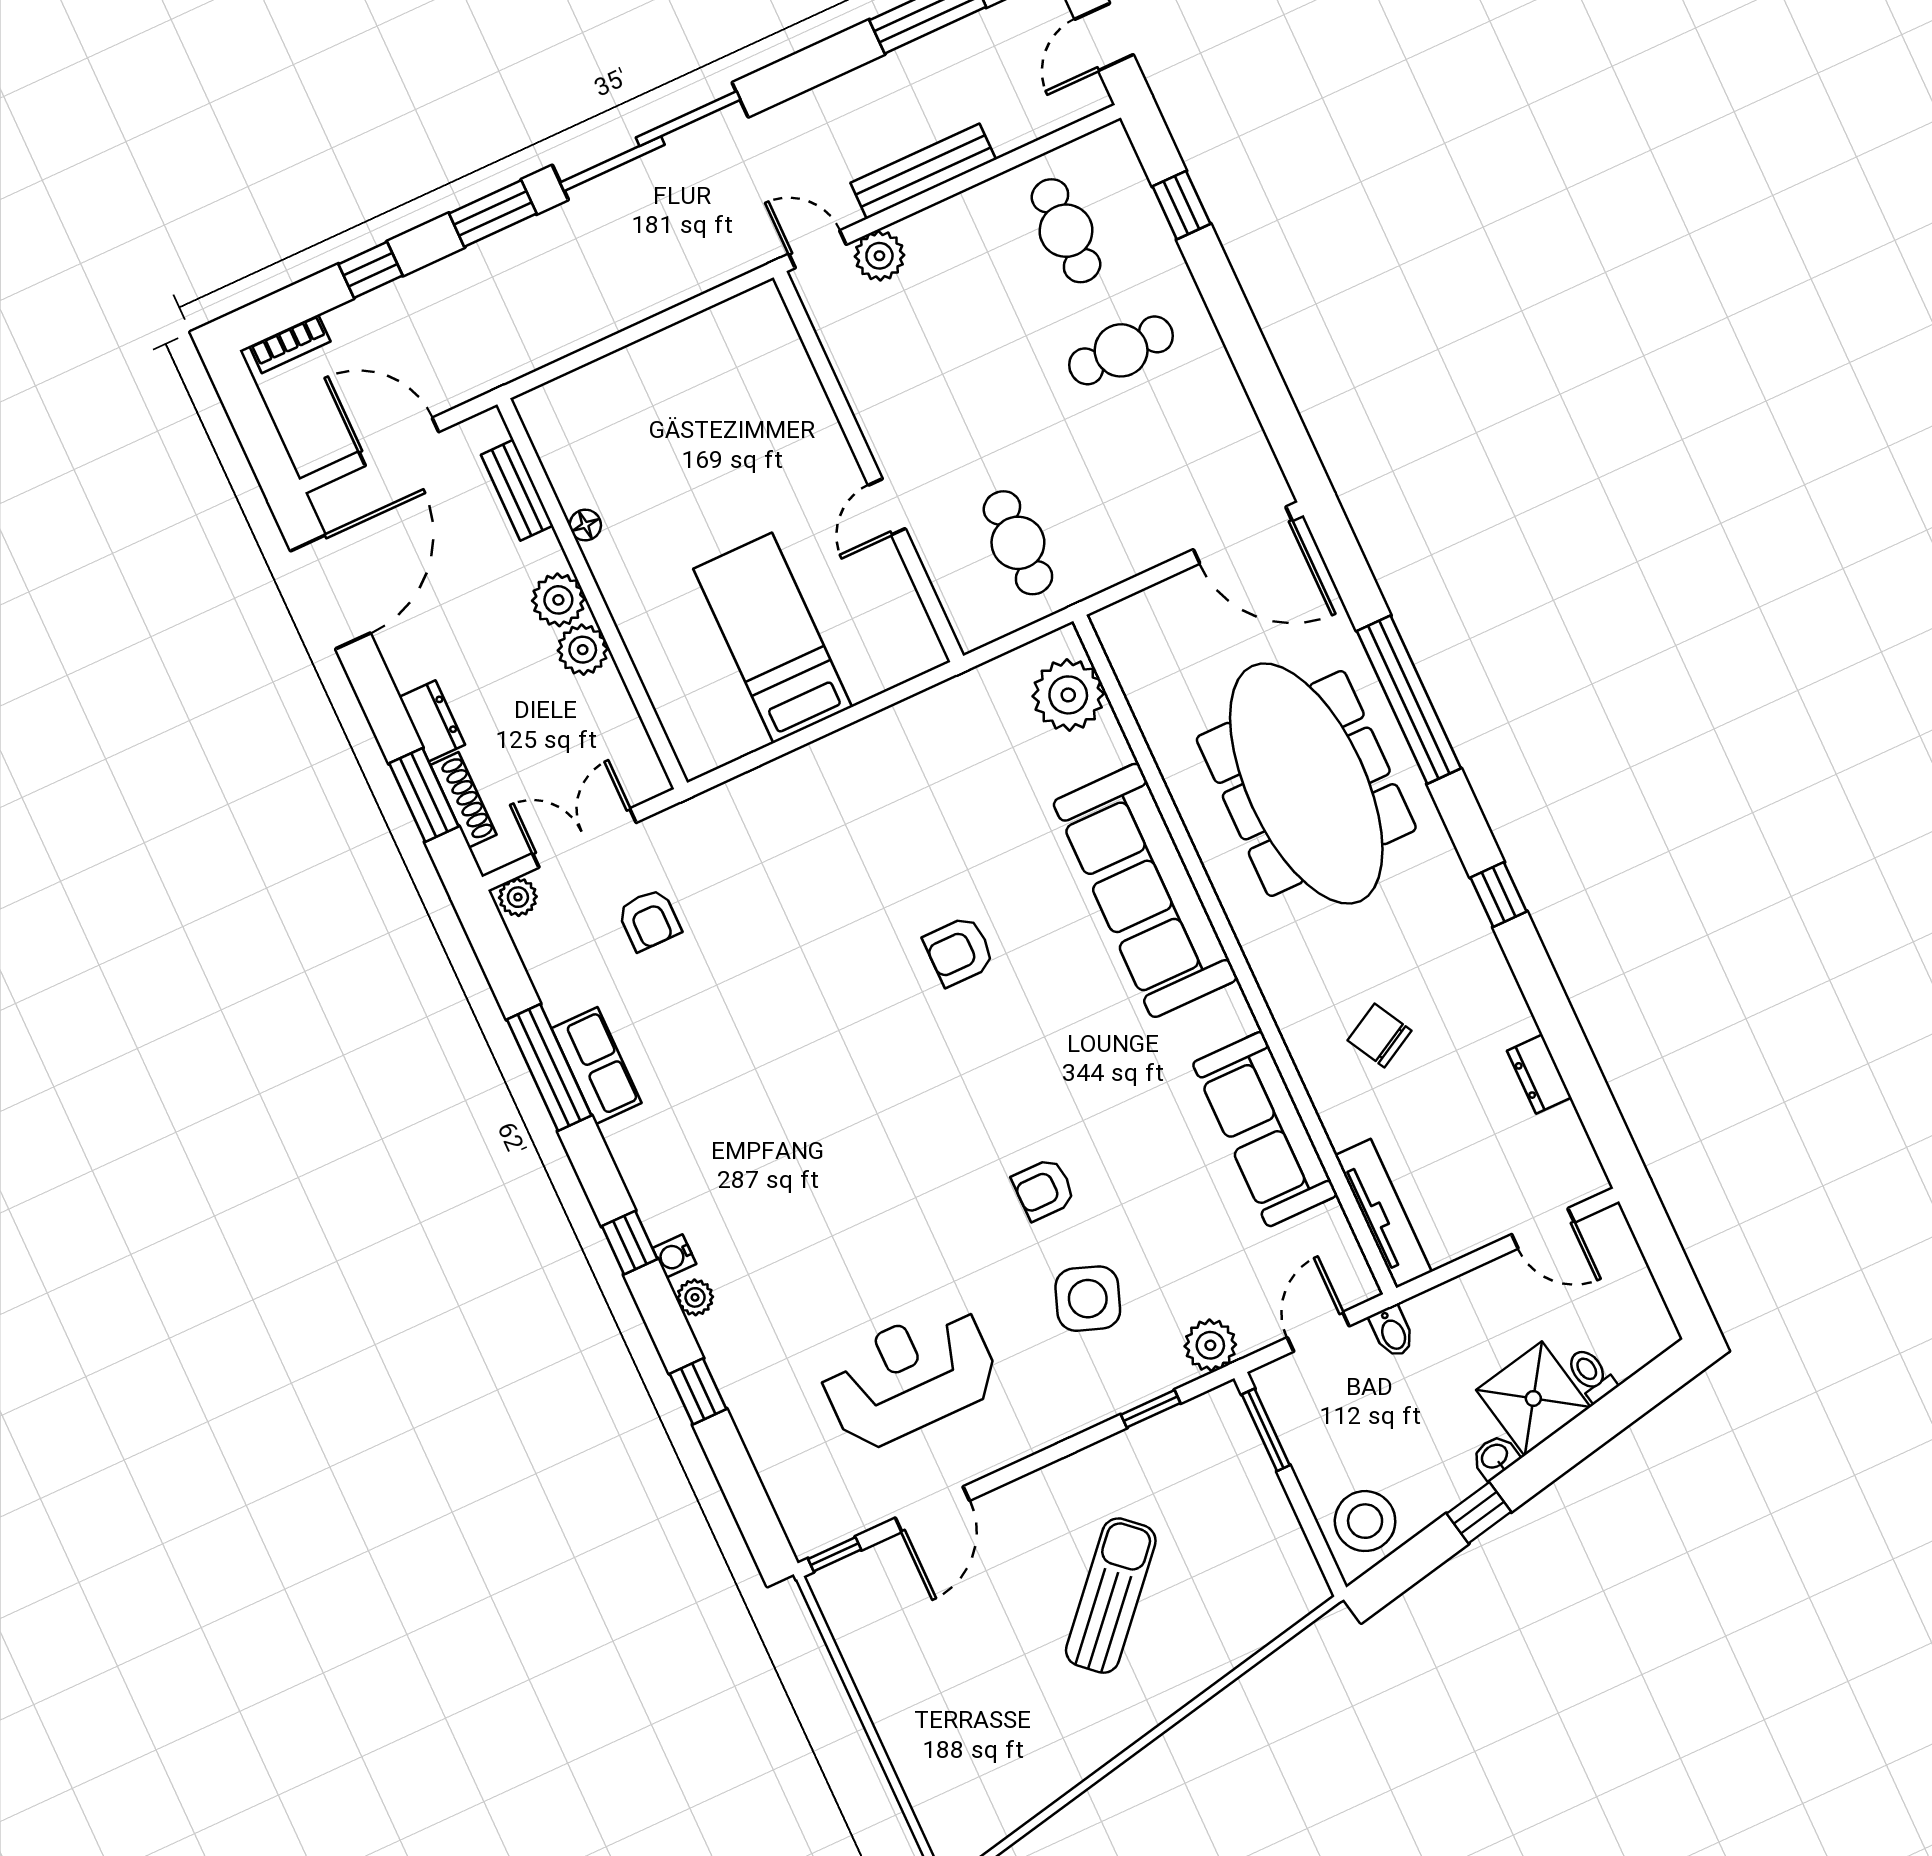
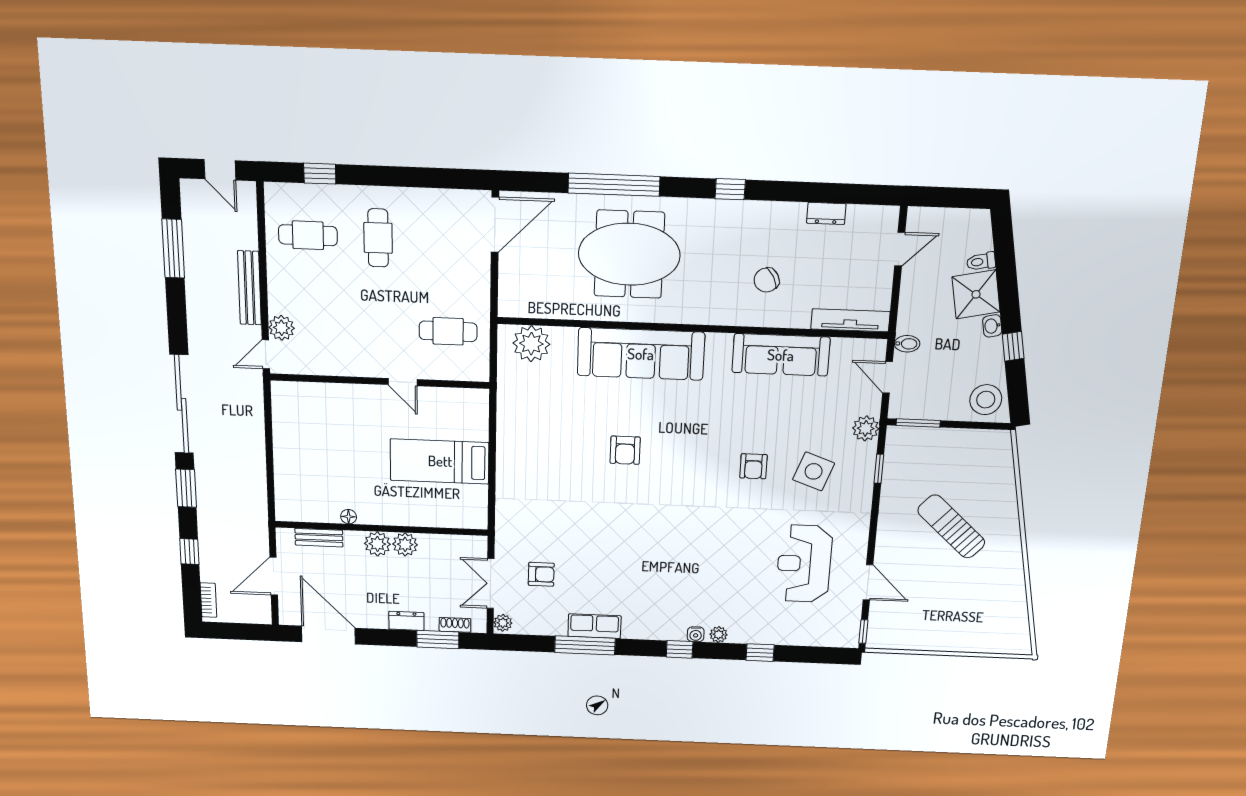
meeting table: (1306, 784) -> (629, 254), width x0.73
shoe rack: (463, 800) -> (455, 625), width x0.70

